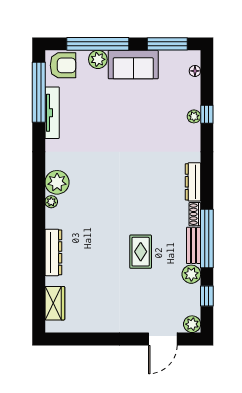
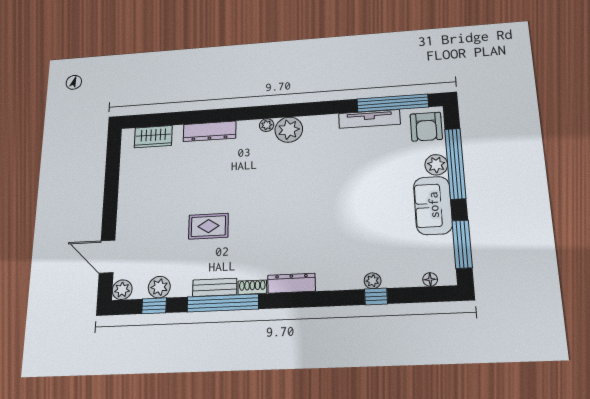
plant: (191, 274) -> (159, 287), moved

